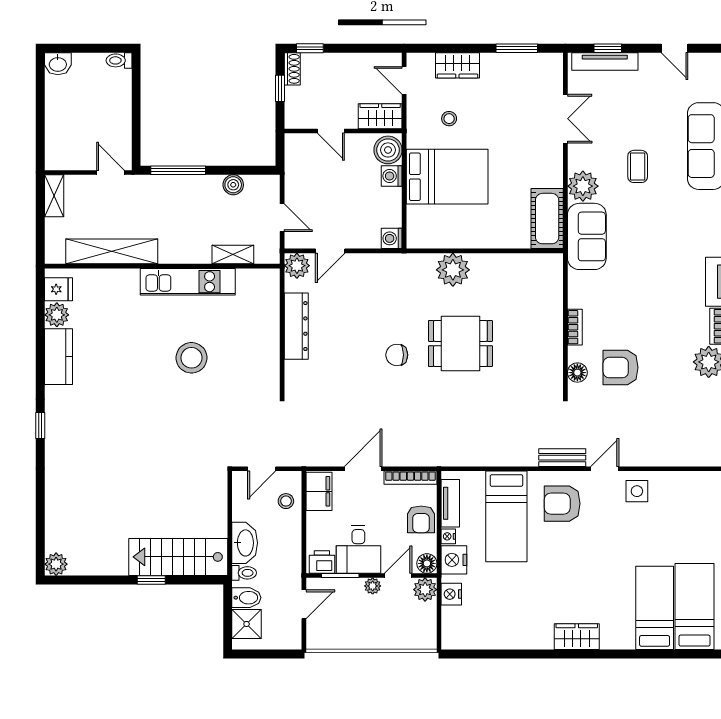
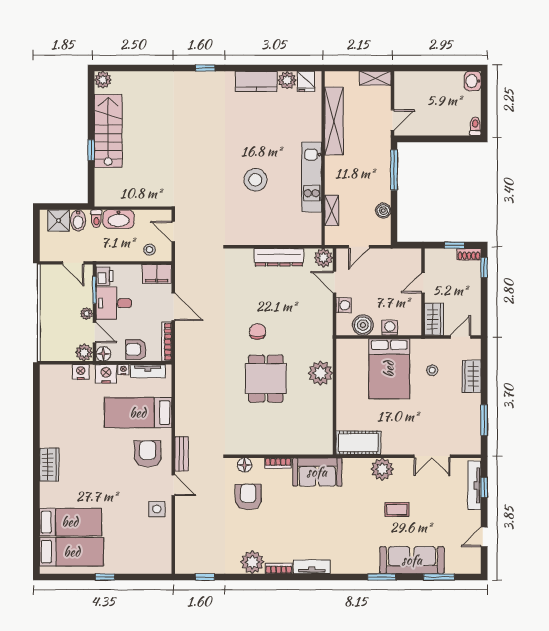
boiler: (388, 150) -> (363, 325), moved
sofa: (587, 236) -> (317, 472), moved
washing machine: (392, 238) -> (344, 305), moved, turned 90
stairs: (178, 557) -> (108, 131), moved

